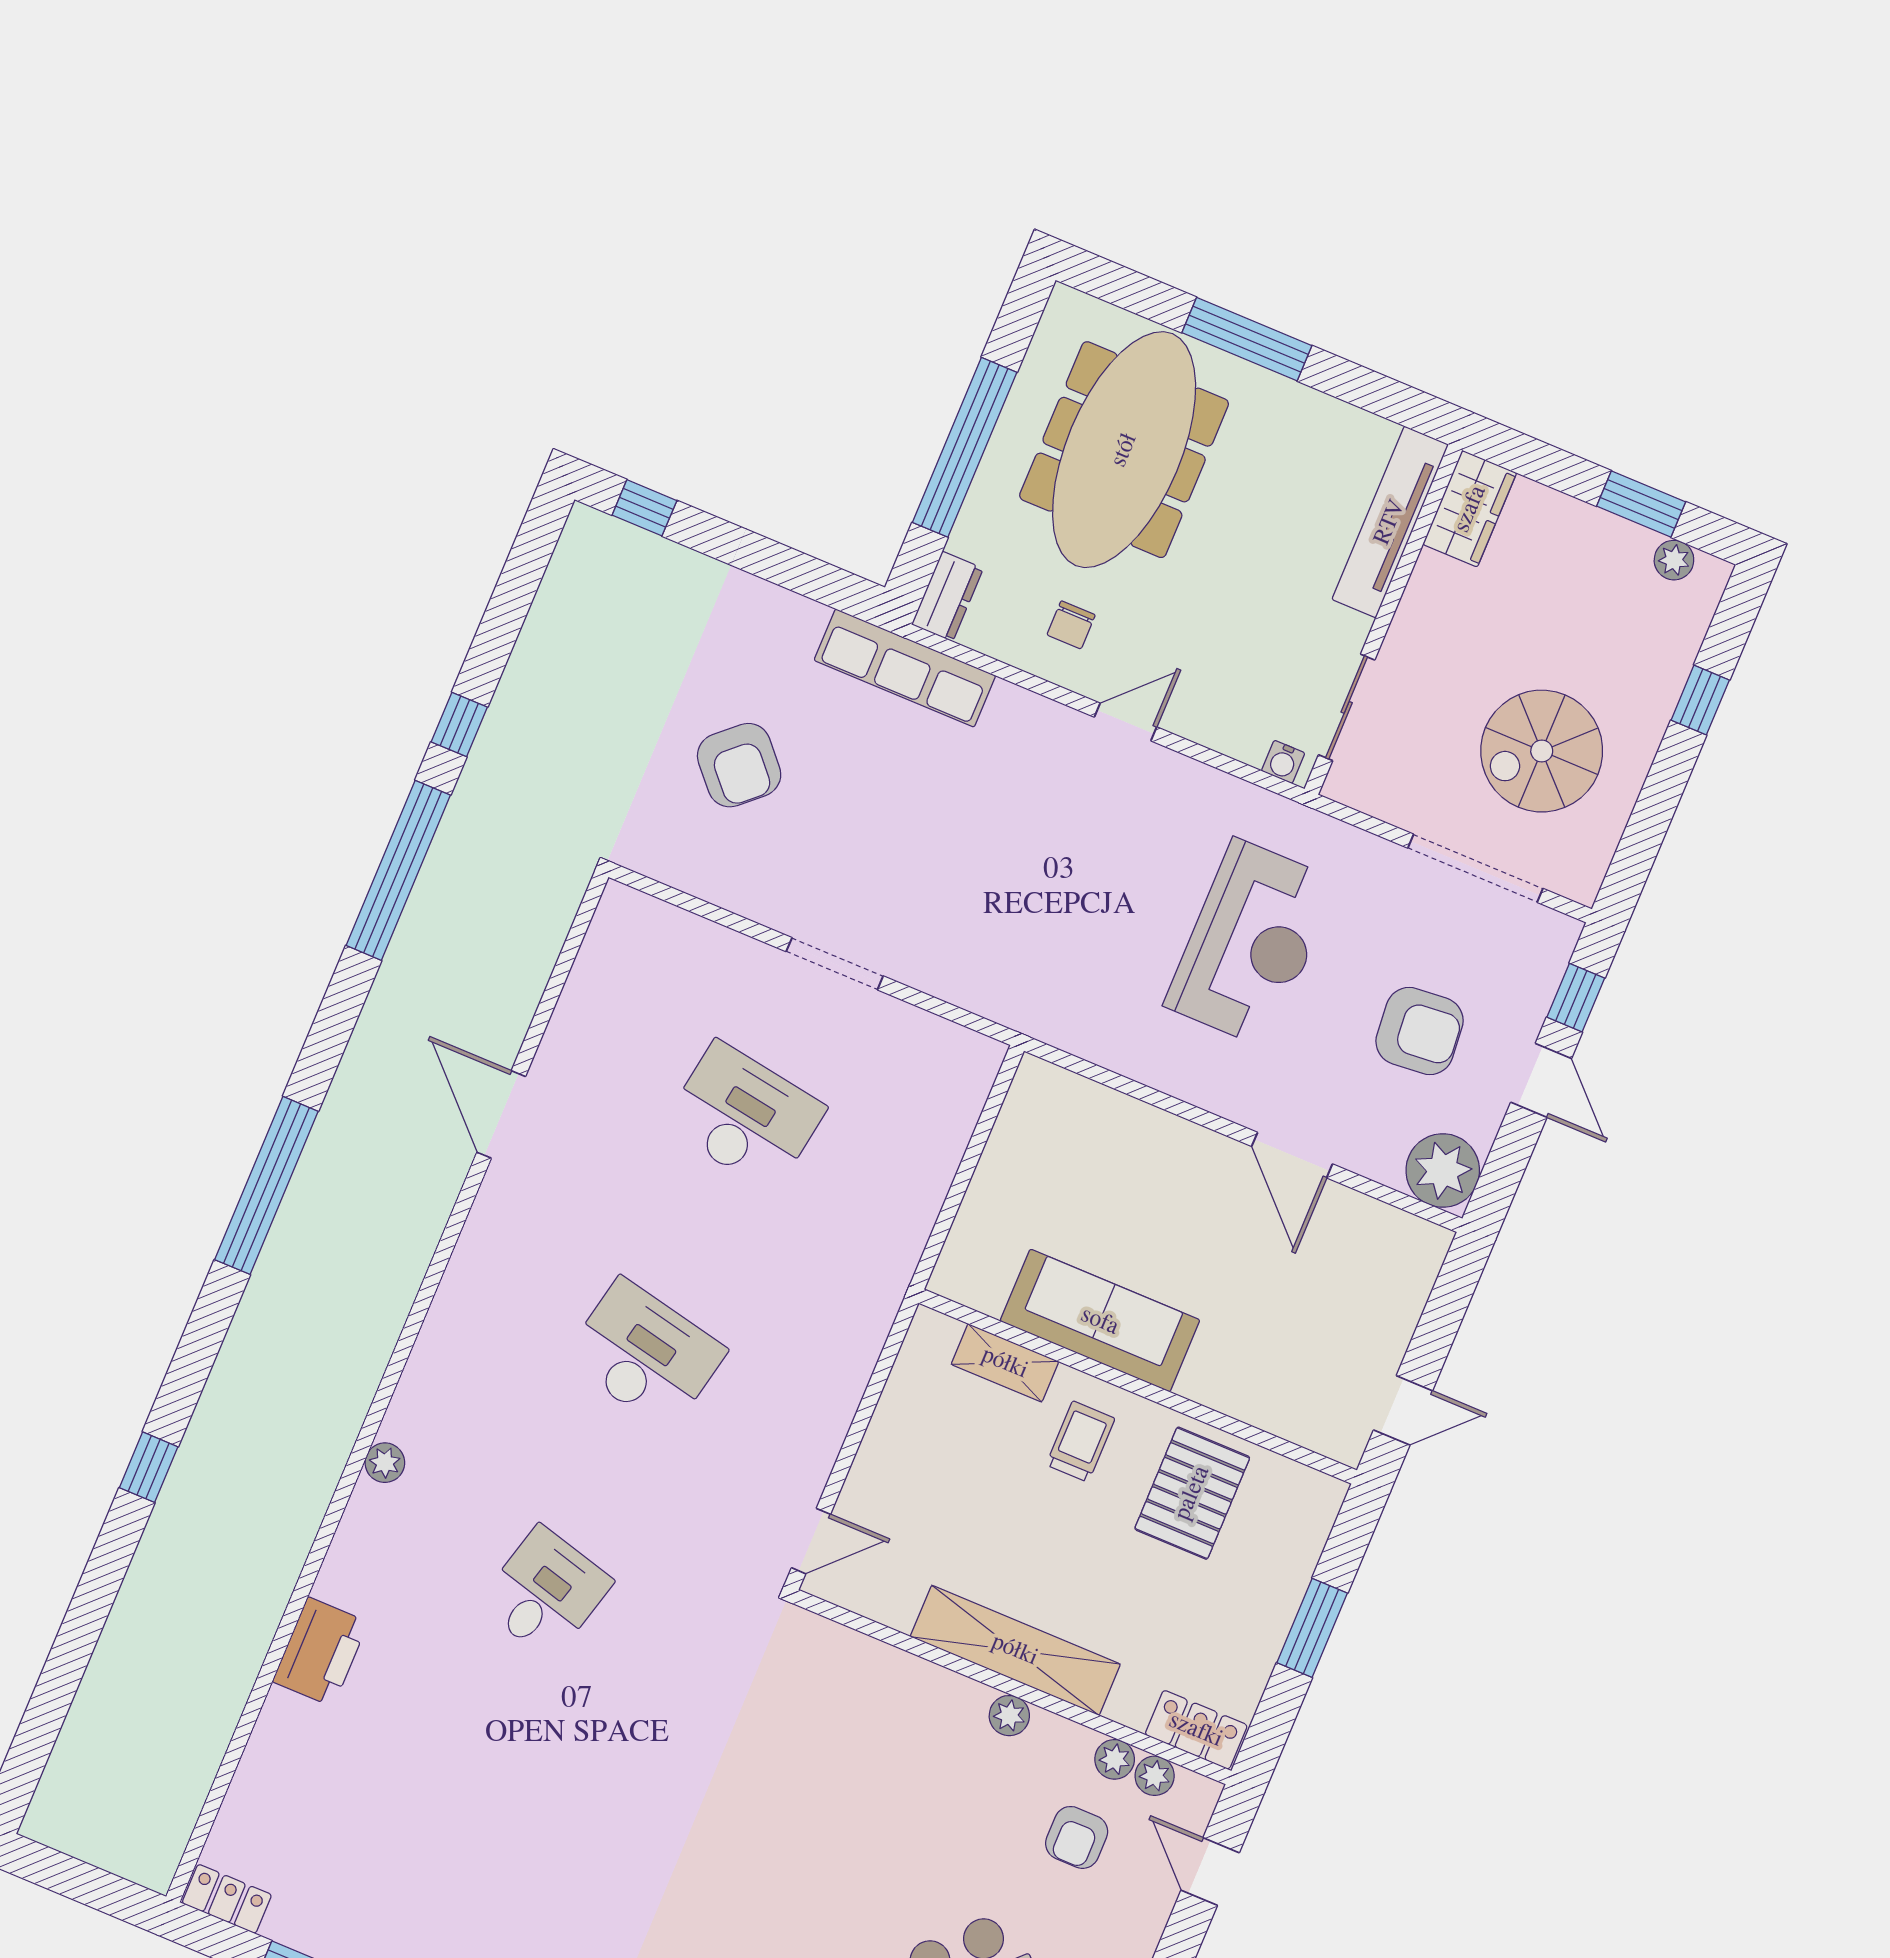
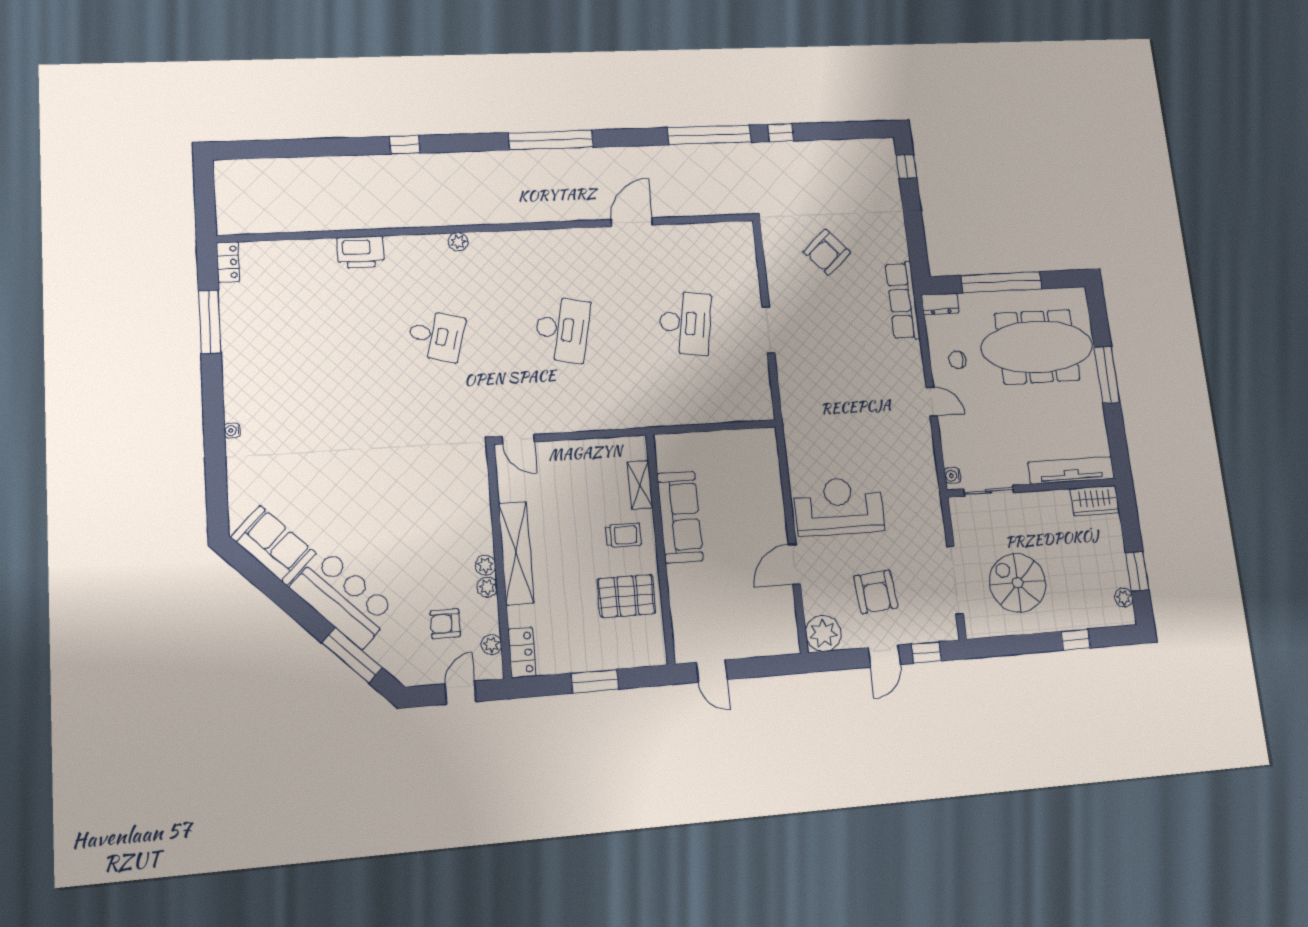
reception desk: (1251, 943) -> (839, 506), moved, turned 180
plant: (1115, 1759) -> (487, 587), moved

